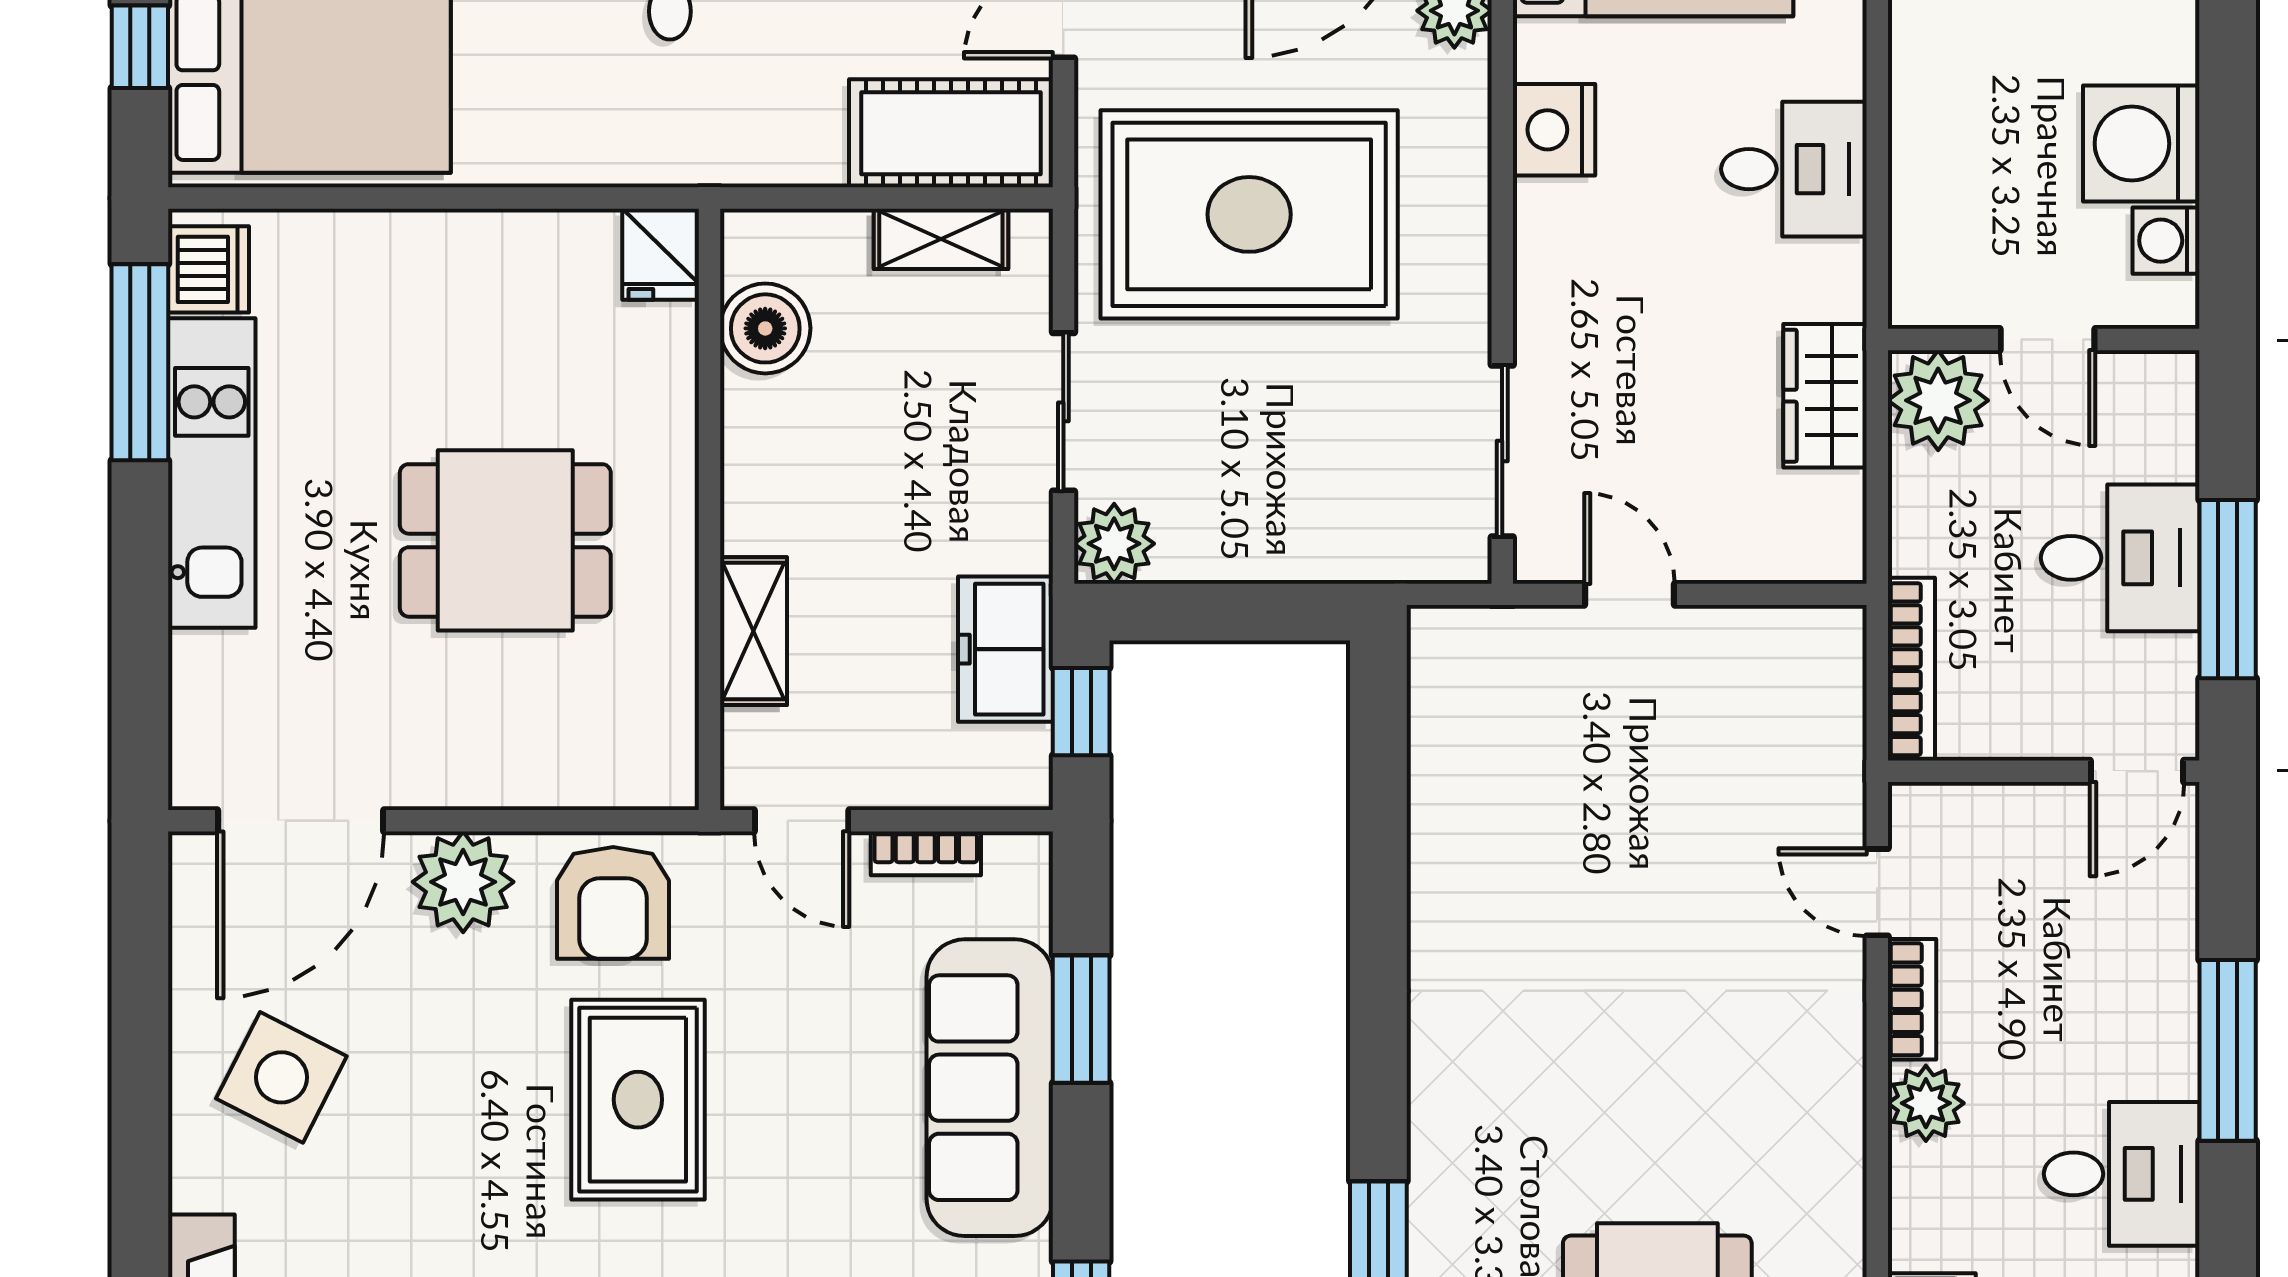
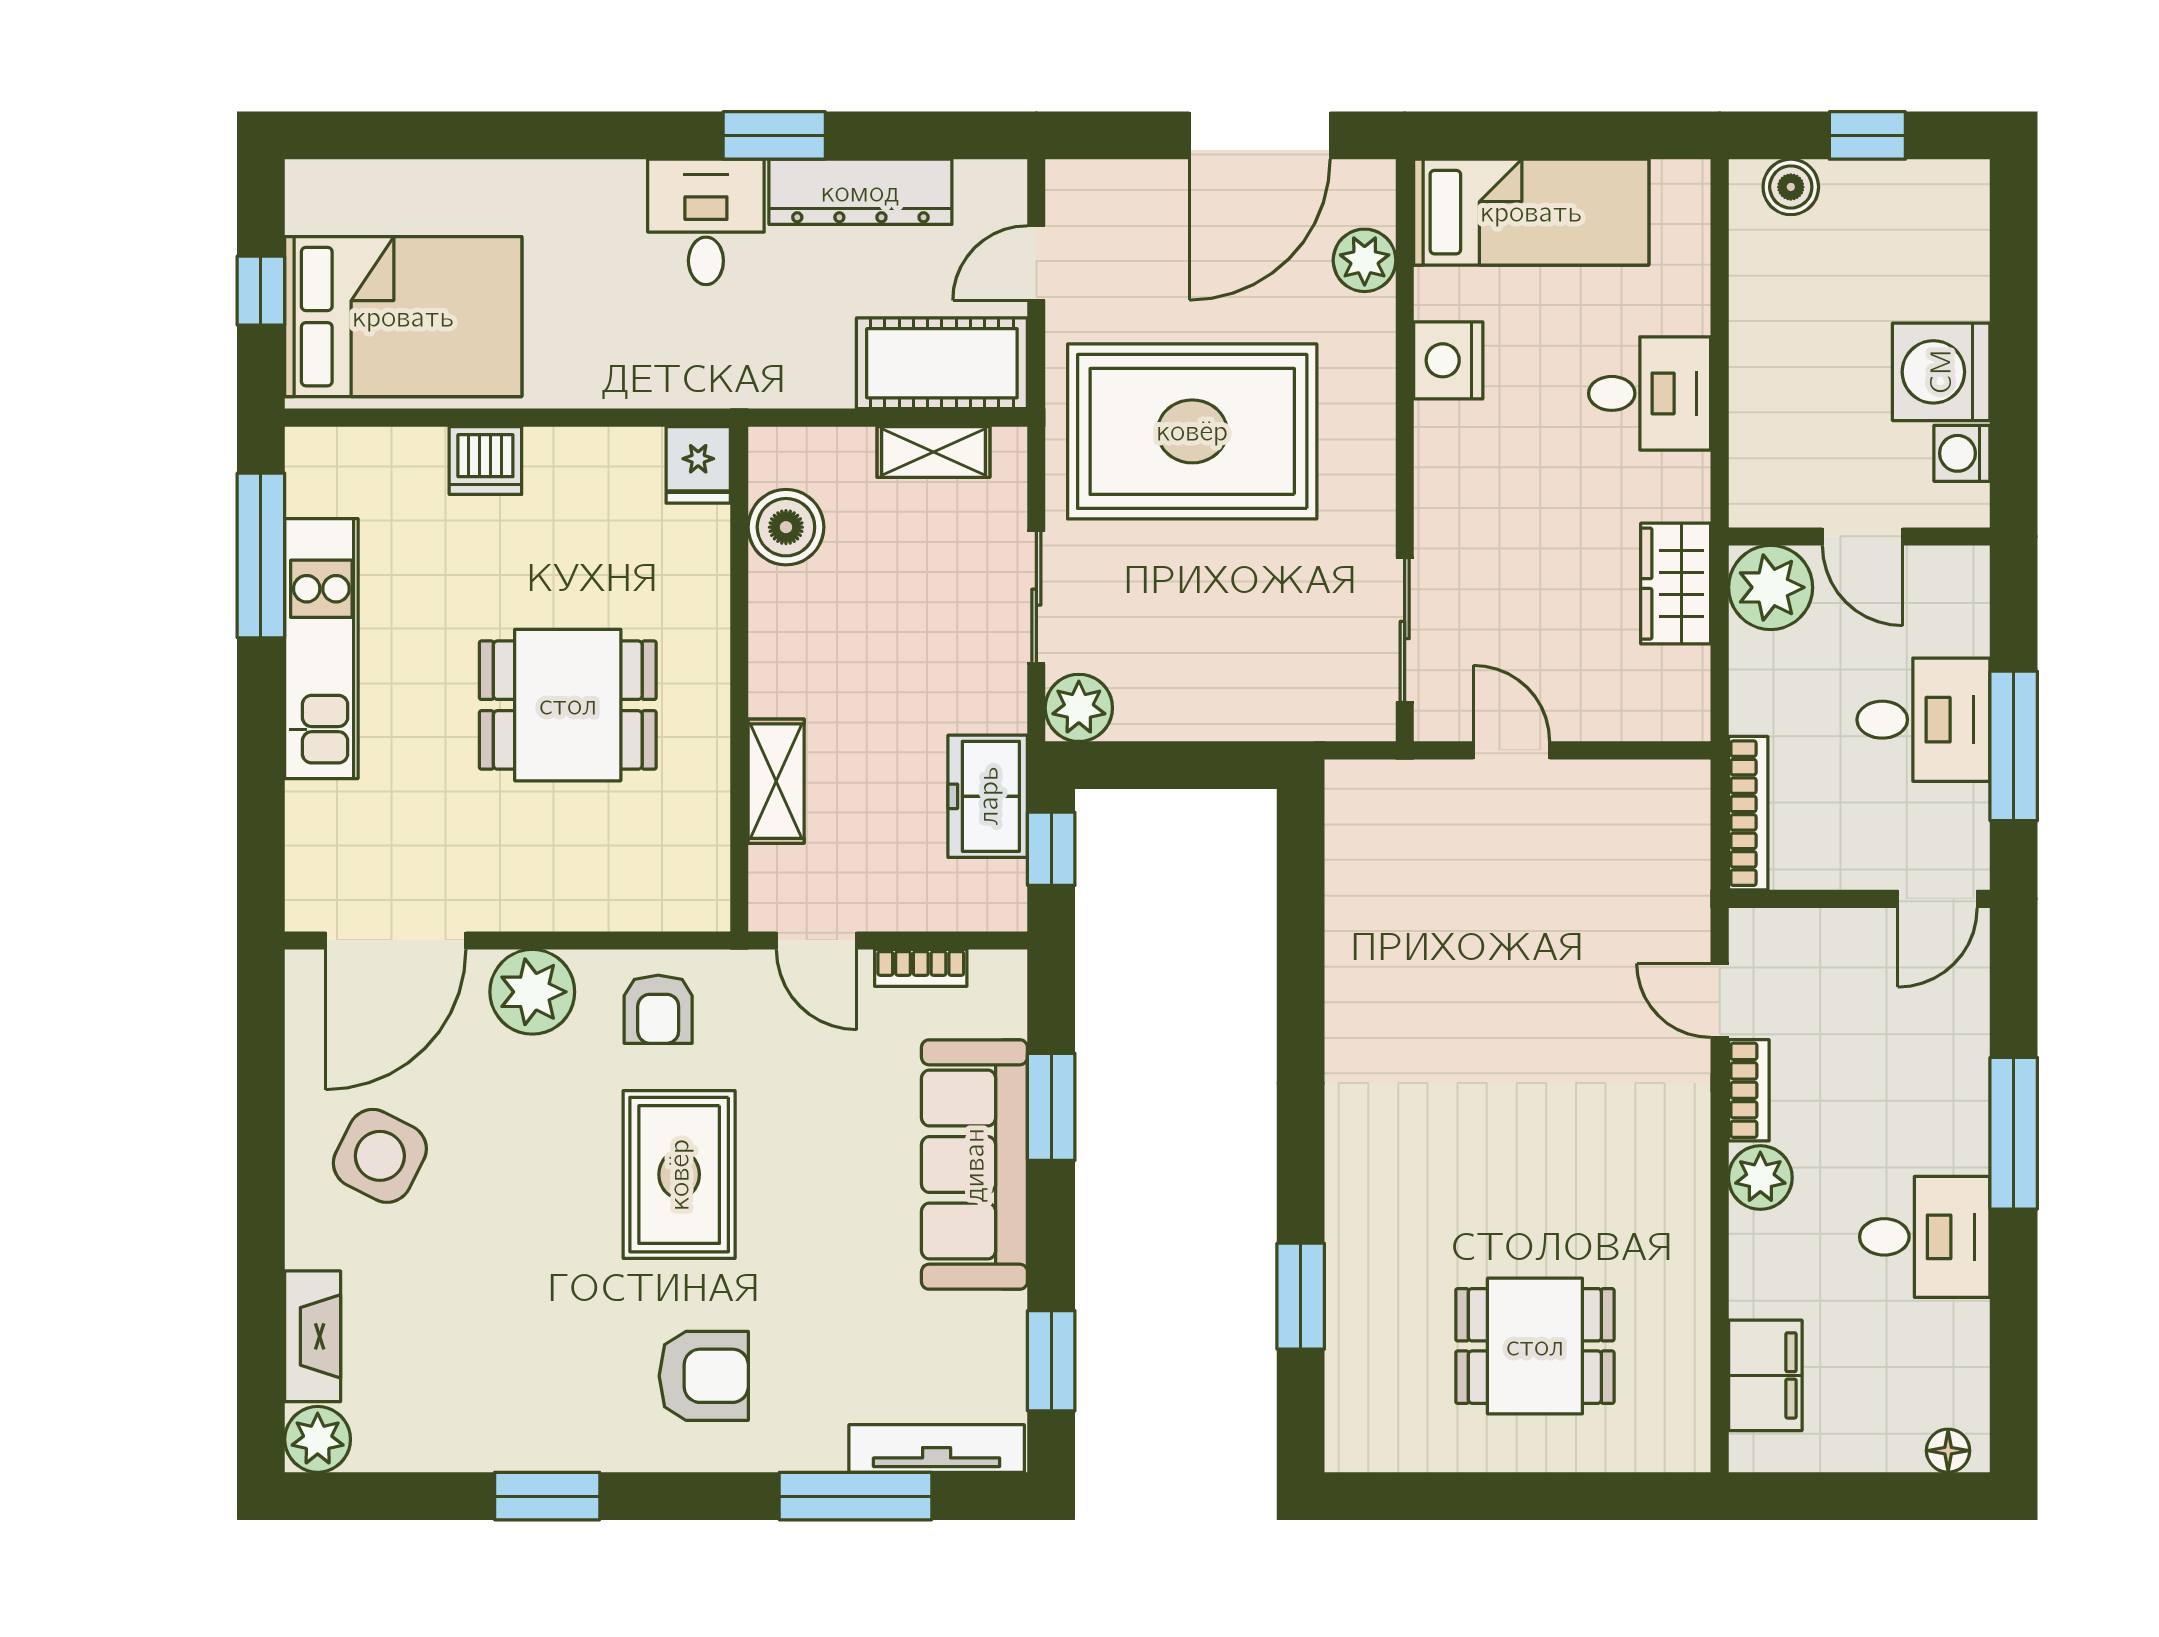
dishwasher: (209, 269) -> (485, 460), moved, turned 90
armchair: (613, 903) -> (658, 1009), width x0.72, depth x0.72

